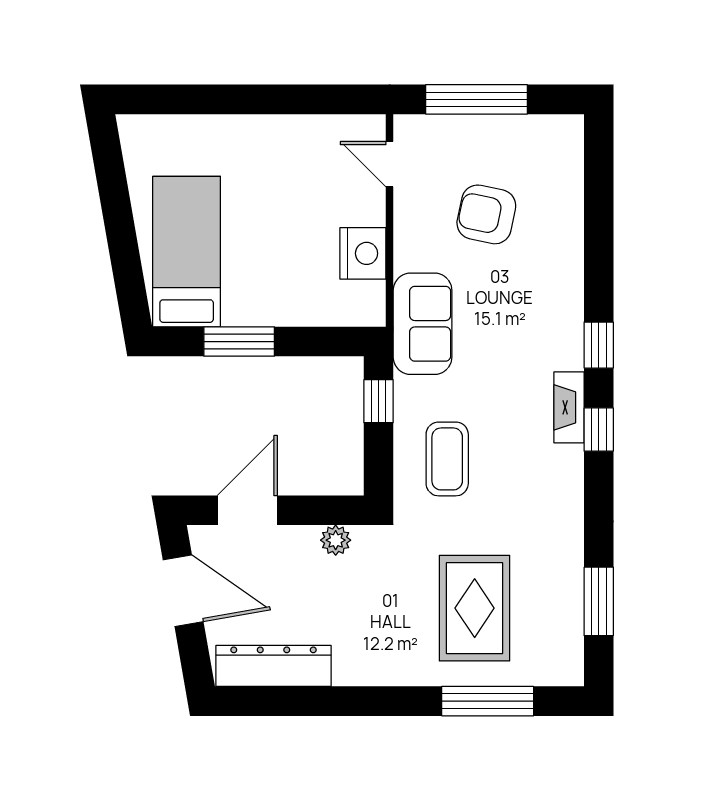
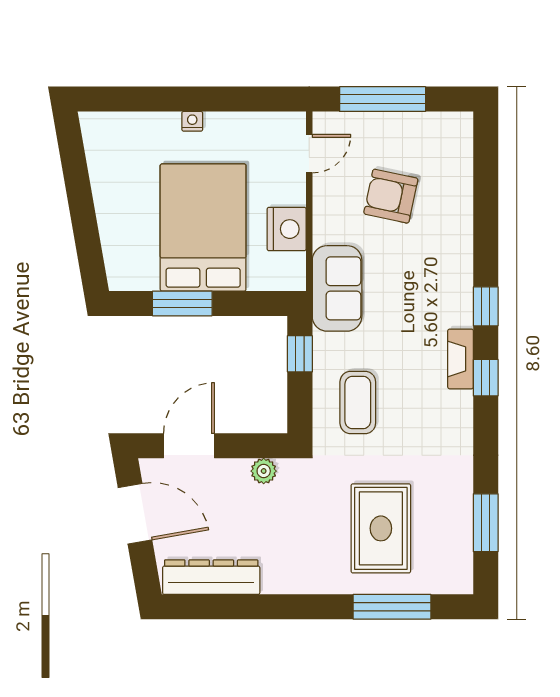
nightstand: (251, 126) -> (192, 121), added
door: (390, 164) -> (309, 154), swing flipped
bed: (187, 252) -> (203, 227), moved, width x1.50

